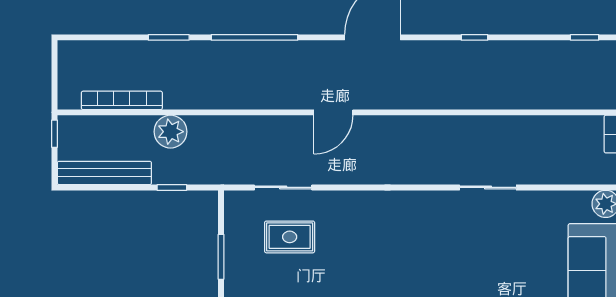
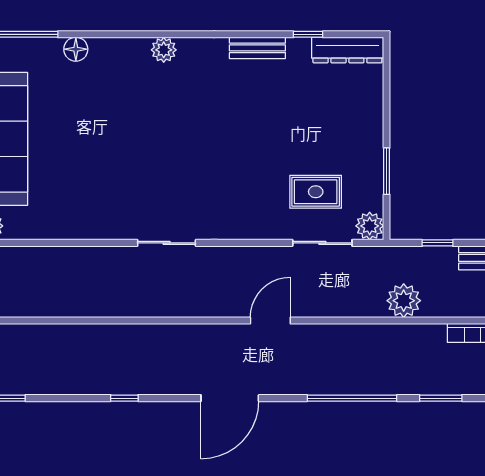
plant: (171, 132) -> (404, 301), moved
sliding door: (488, 187) -> (167, 243), moved
plant: (237, 204) -> (370, 226), added

